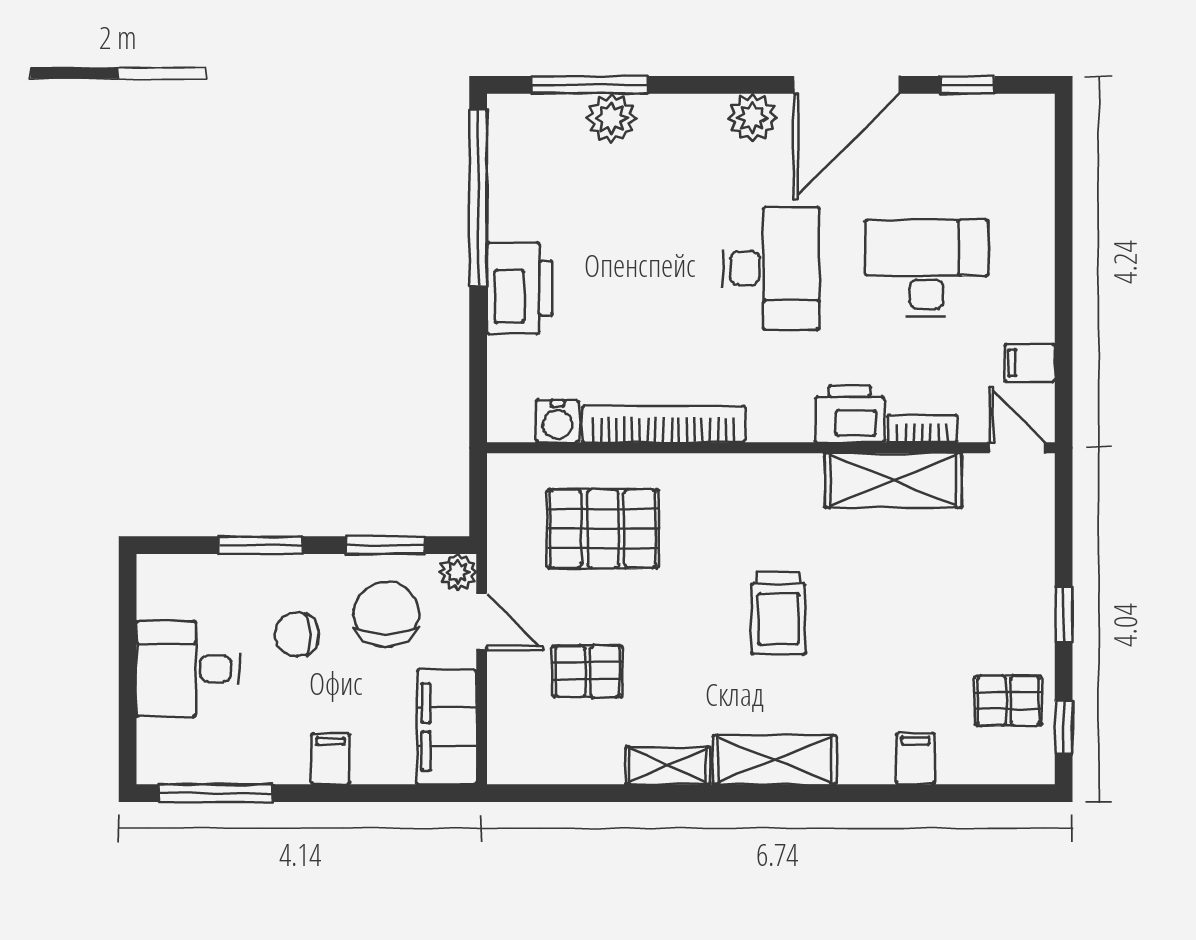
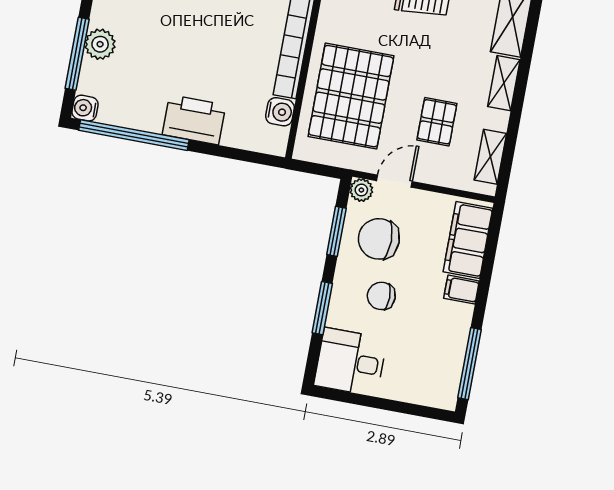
water cooler: (506, 113) -> (85, 108), added
pallet: (603, 529) -> (351, 96), width x1.37, depth x1.41
chair: (297, 635) -> (381, 296), turned 92
desk: (188, 669) -> (350, 362), moved, turned 90
filing cabinet: (447, 727) -> (468, 240), moved, turned 90
shelving: (548, 766) -> (490, 157), added

